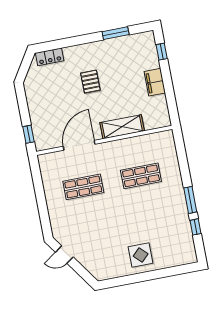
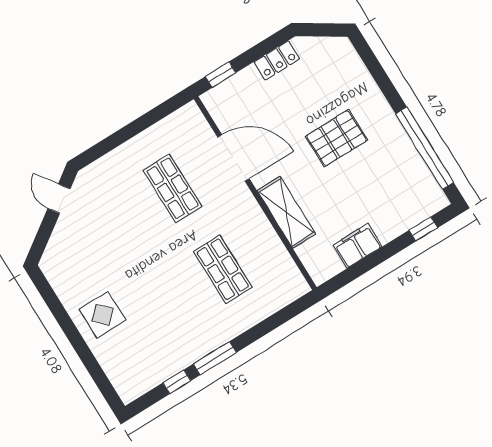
window: (116, 33) -> (425, 148), width x2.11
locker: (50, 57) -> (277, 60), moved, turned -90
pallet: (90, 82) -> (337, 138), width x1.50, depth x1.42
filing cabinet: (155, 82) -> (357, 246), moved

